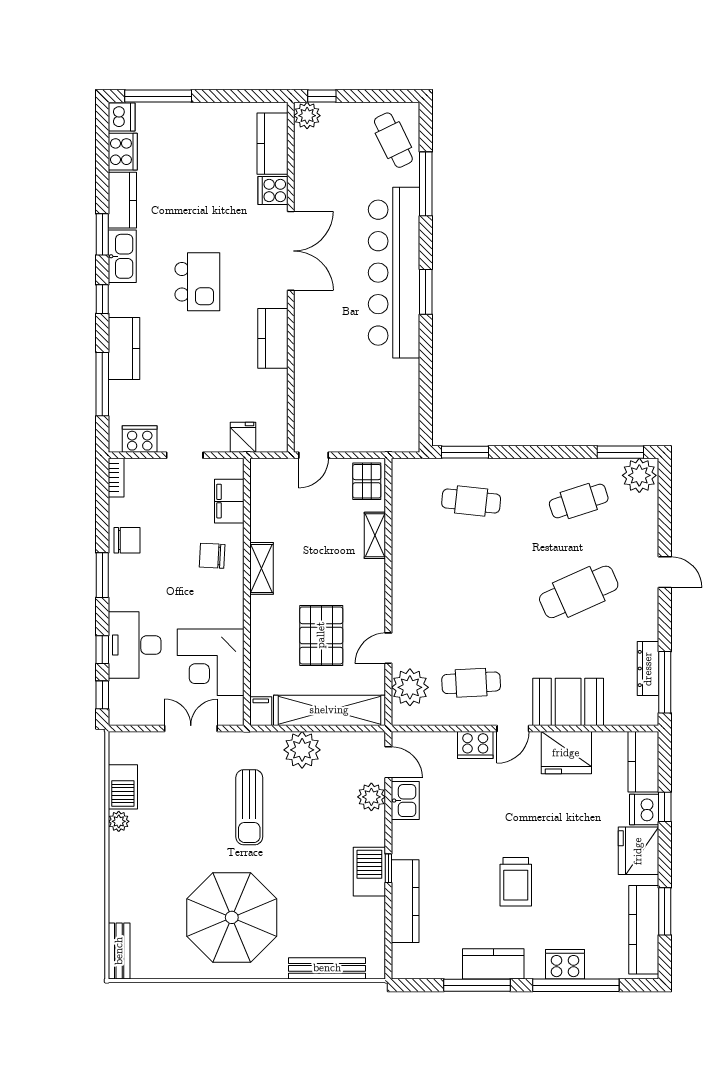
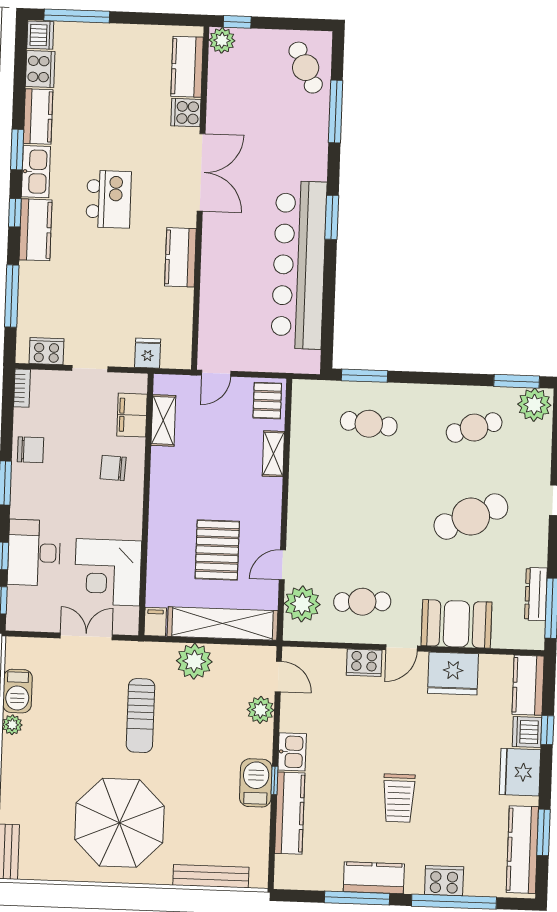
bar counter: (394, 273) -> (299, 265), moved
kitchen counter: (124, 349) -> (36, 230), moved
shelving: (262, 568) -> (163, 420), moved
kitchen sink: (405, 801) -> (292, 752), moved

